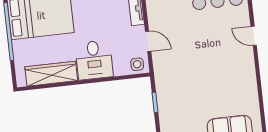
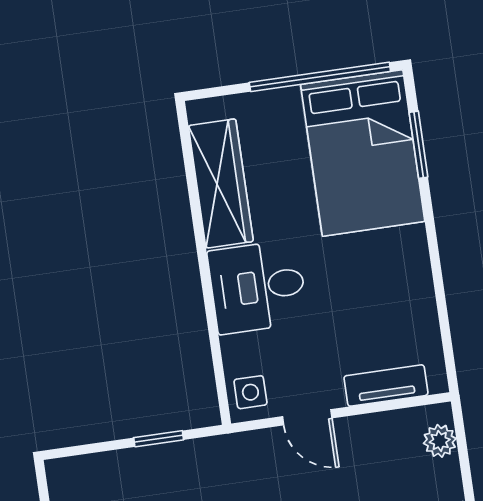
door: (148, 41) -> (307, 417), hinge flipped

